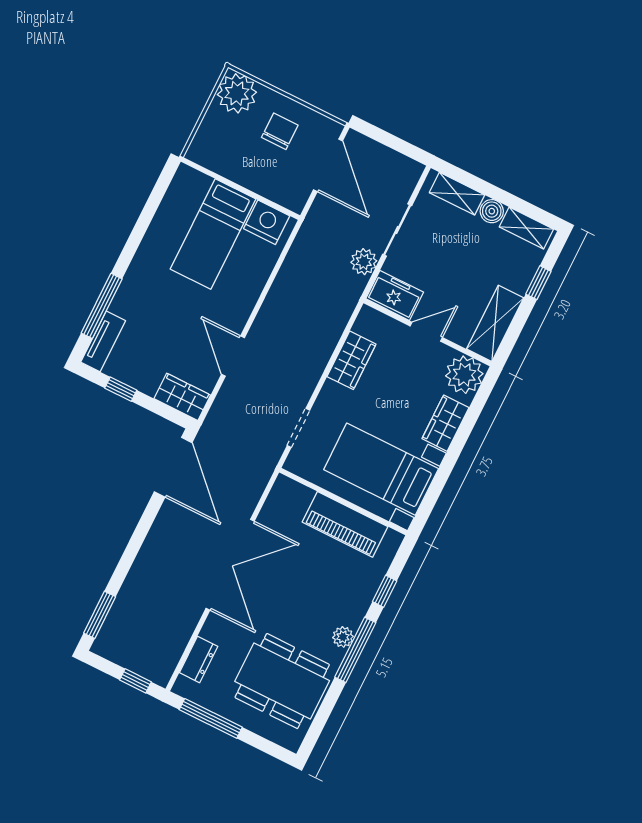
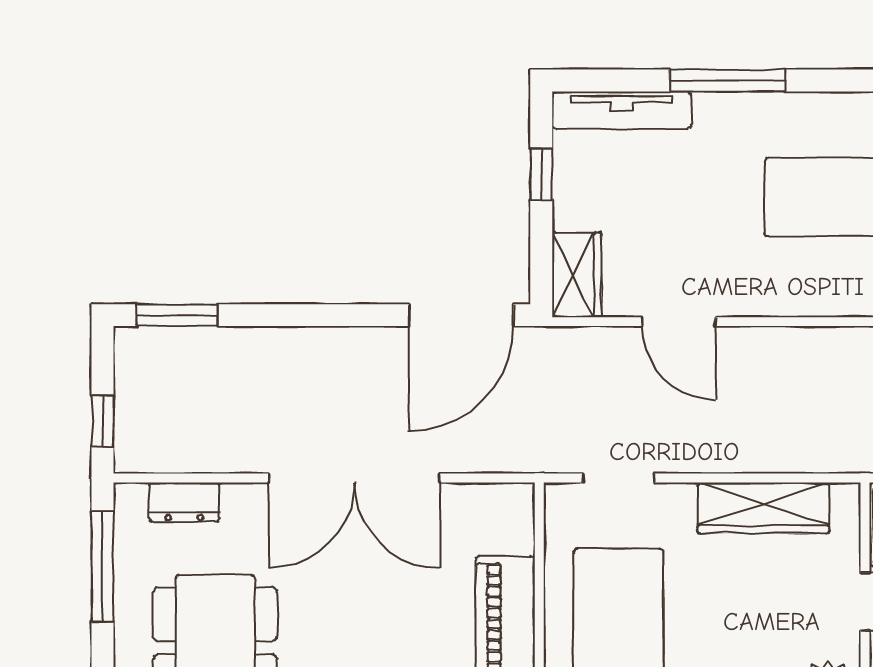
window: (102, 306) -> (727, 81), moved
tv unit: (103, 341) -> (622, 110), width x1.41
door: (233, 356) -> (679, 322), swing flipped
wardrobe: (351, 360) -> (763, 508), width x1.50

